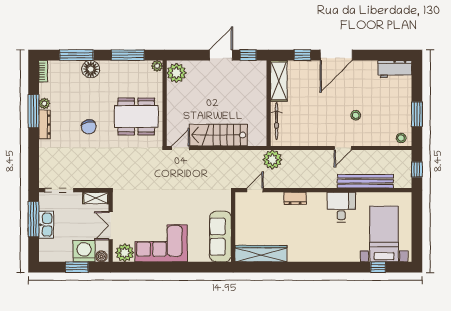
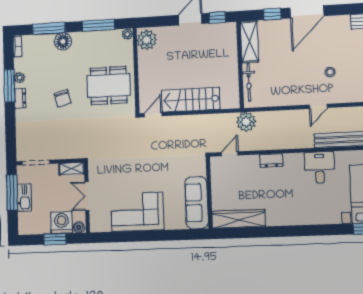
dresser: (45, 125) -> (20, 98), width x0.70
plant: (125, 253) -> (102, 223), removed

